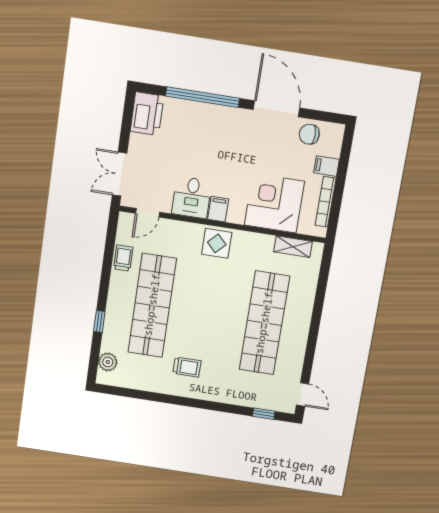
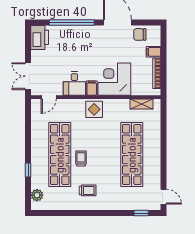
corner desk: (274, 203) -> (114, 79), moved
trolley: (123, 258) -> (81, 159), moved

